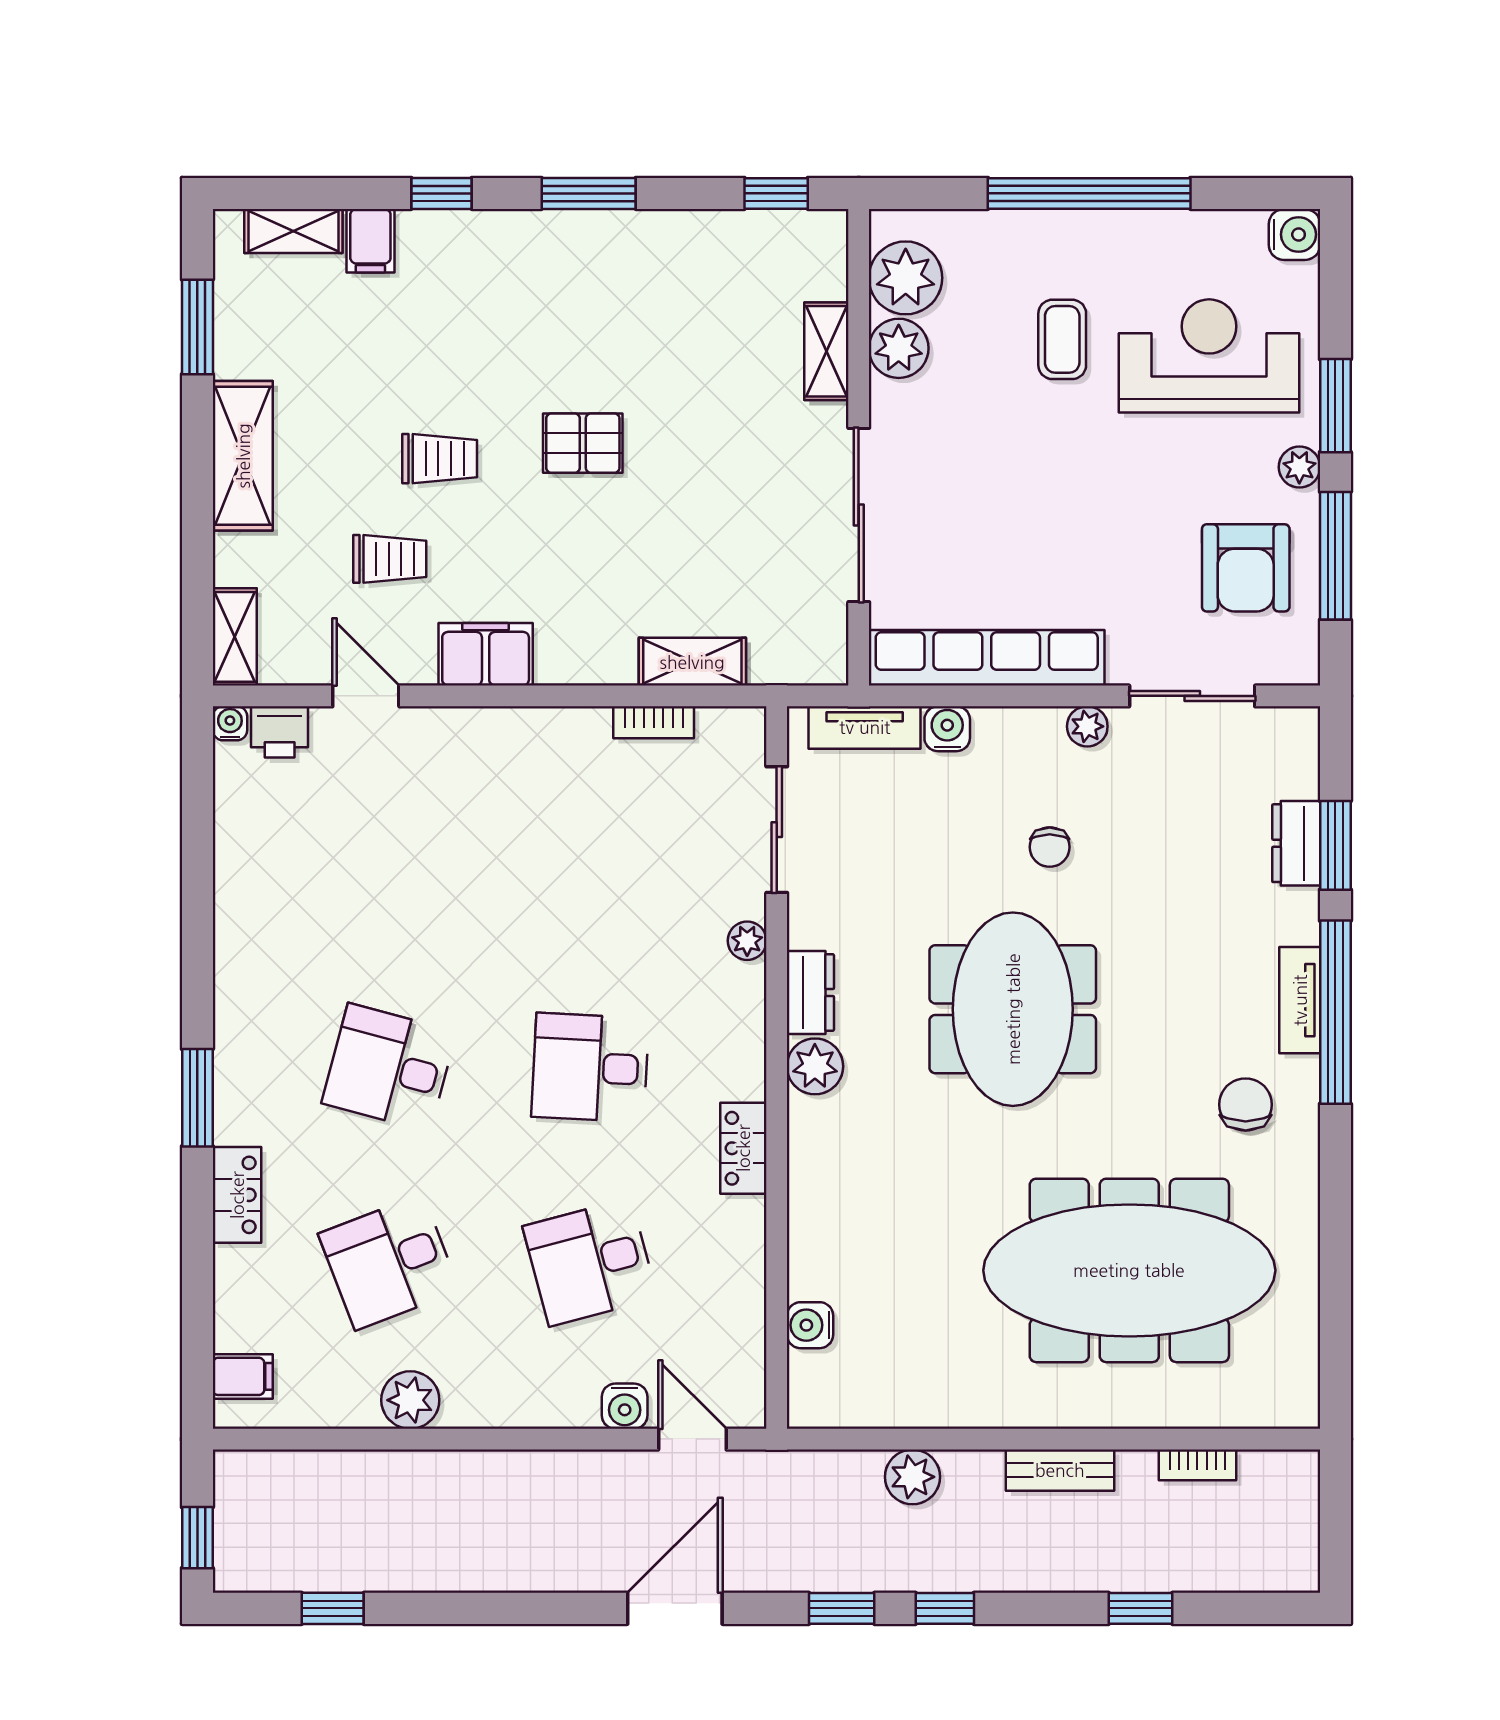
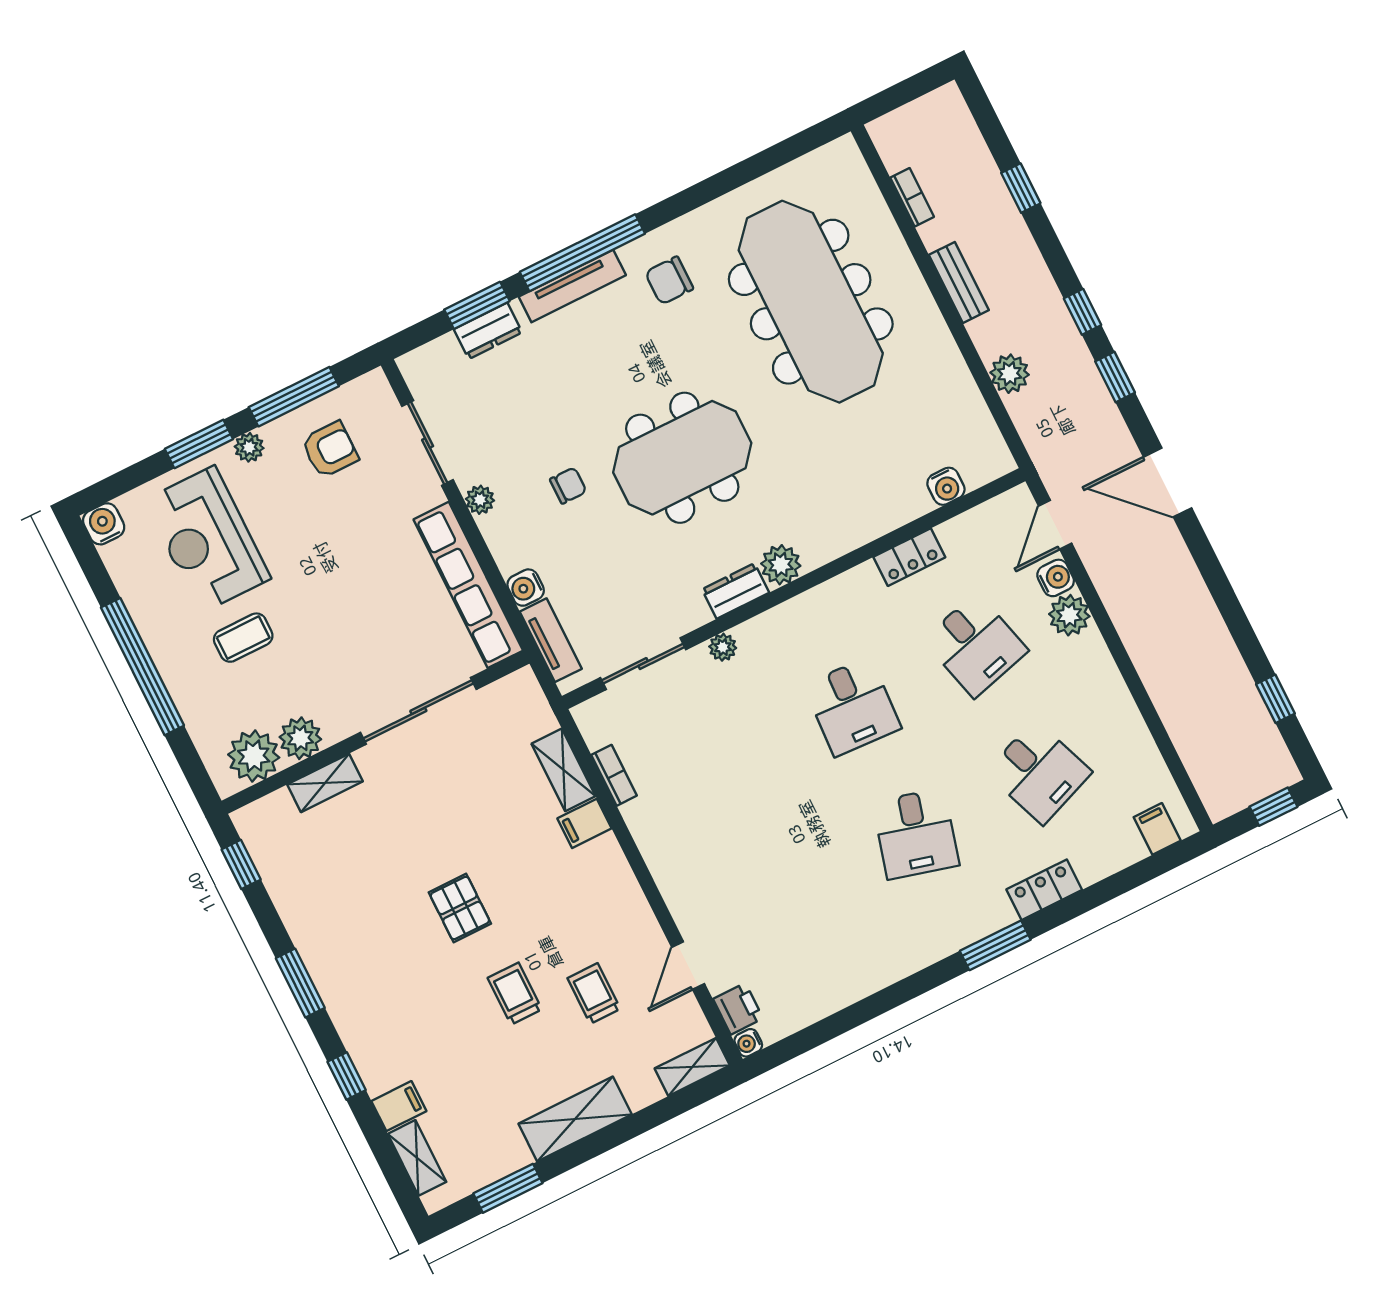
armchair: (1246, 568) -> (330, 450), width x0.72, depth x0.72
filing cabinet: (486, 654) -> (584, 823), moved, width x0.50
tv unit: (1300, 1000) -> (572, 286), width x1.41
locker: (743, 1148) -> (909, 557), moved
plant: (410, 1400) -> (1069, 615), moved

